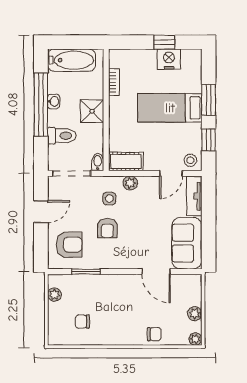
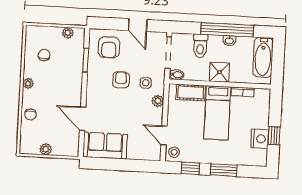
bed: (170, 108) -> (217, 113), moved, turned 180
cot: (126, 161) -> (191, 92), moved, turned 90
tv unit: (194, 196) -> (144, 154), removed
armchair: (107, 228) -> (121, 80), turned 90
door: (156, 272) -> (83, 119), hinge flipped
plant: (195, 339) -> (28, 83), moved

